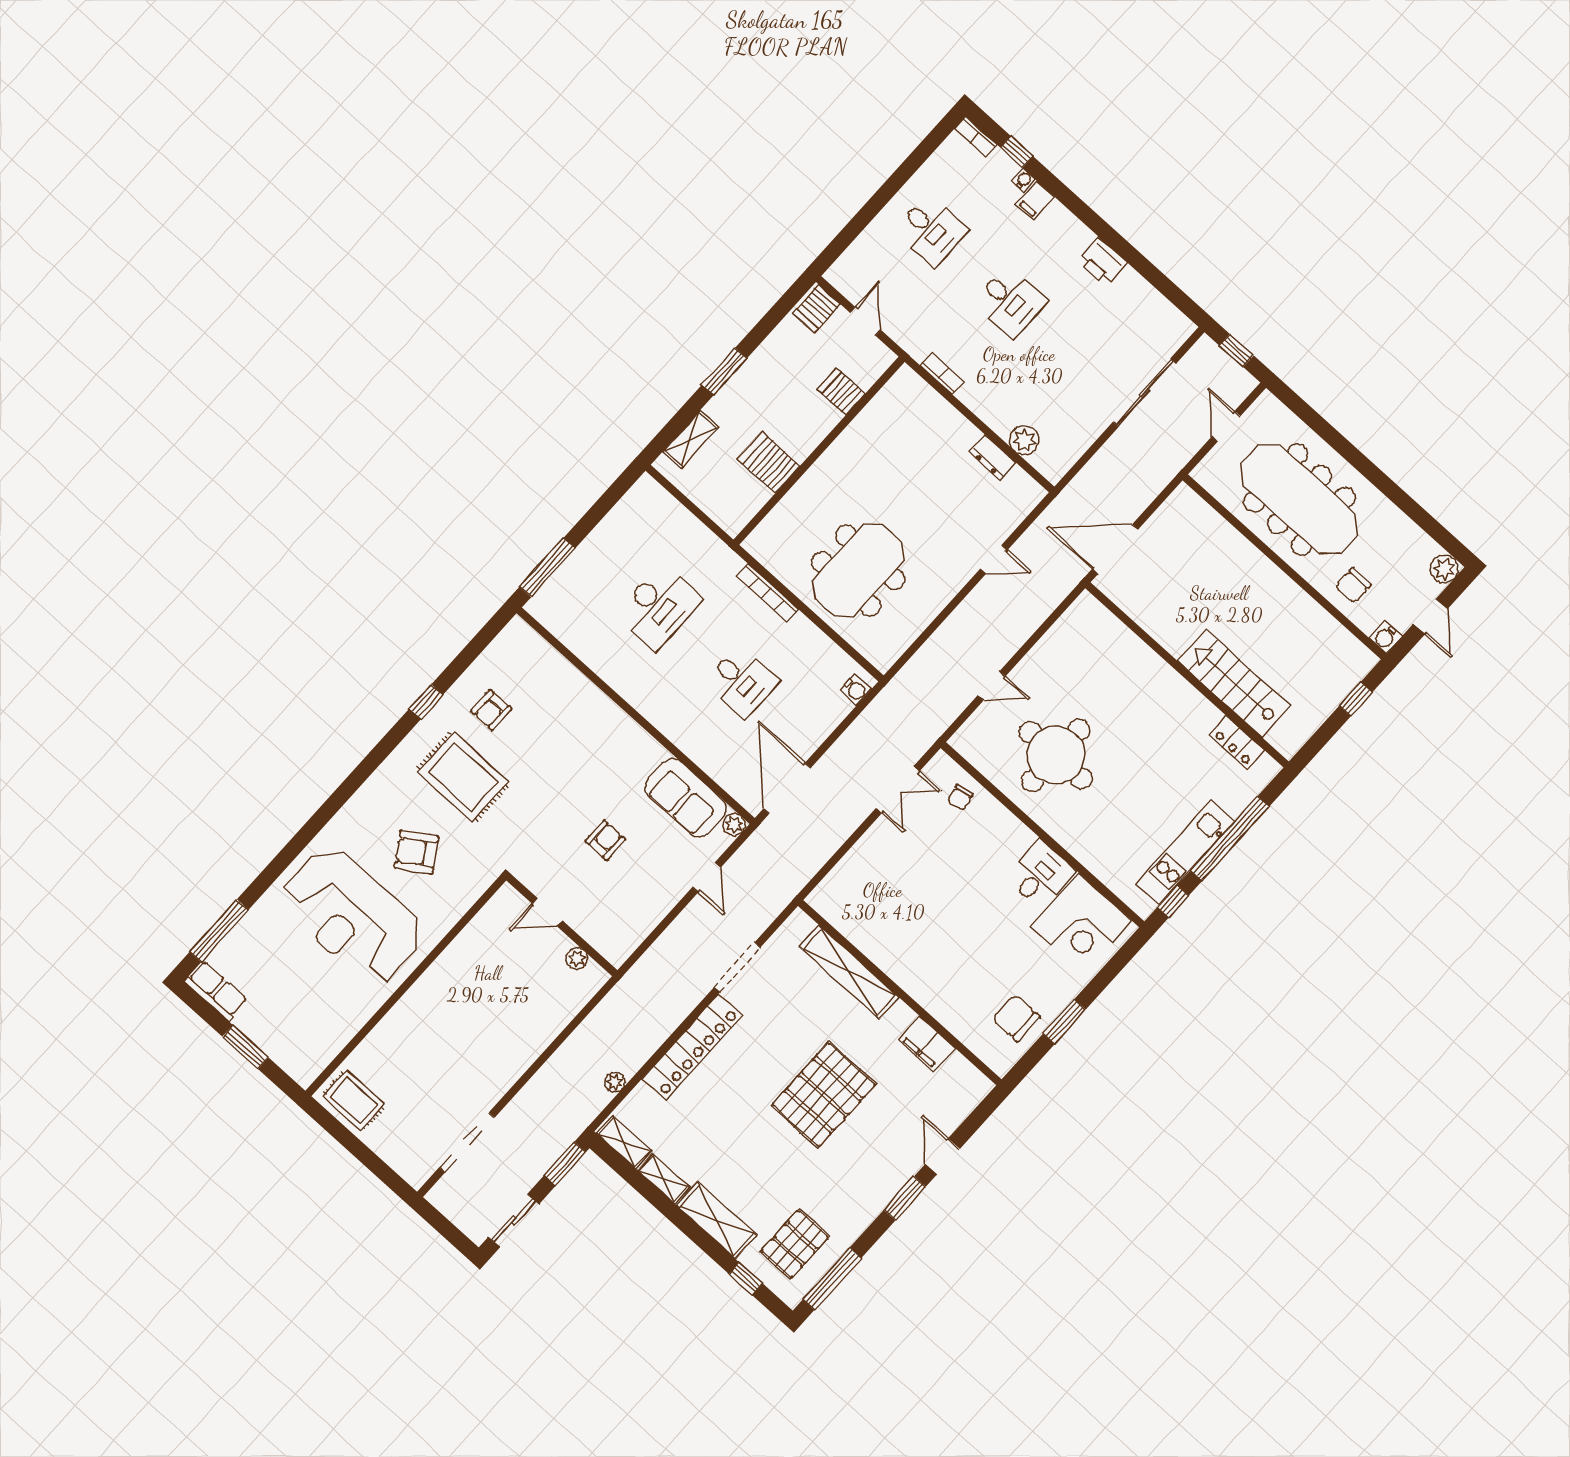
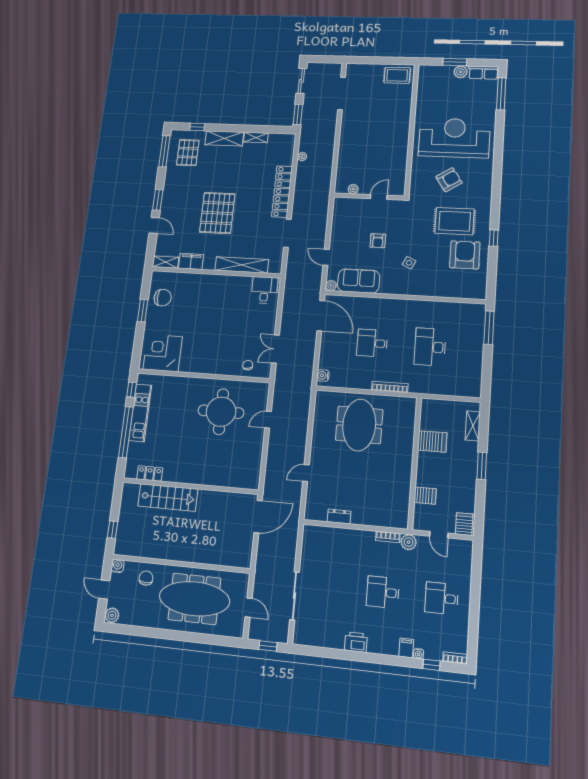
plant: (1024, 440) -> (409, 542), moved
armchair: (491, 710) -> (465, 255), width x1.88, depth x1.88
side table: (585, 765) -> (409, 263), added
desk: (1040, 875) -> (264, 290), moved, turned 180
plant: (250, 1022) -> (461, 72), added
shelving: (624, 1142) -> (166, 262), moved

